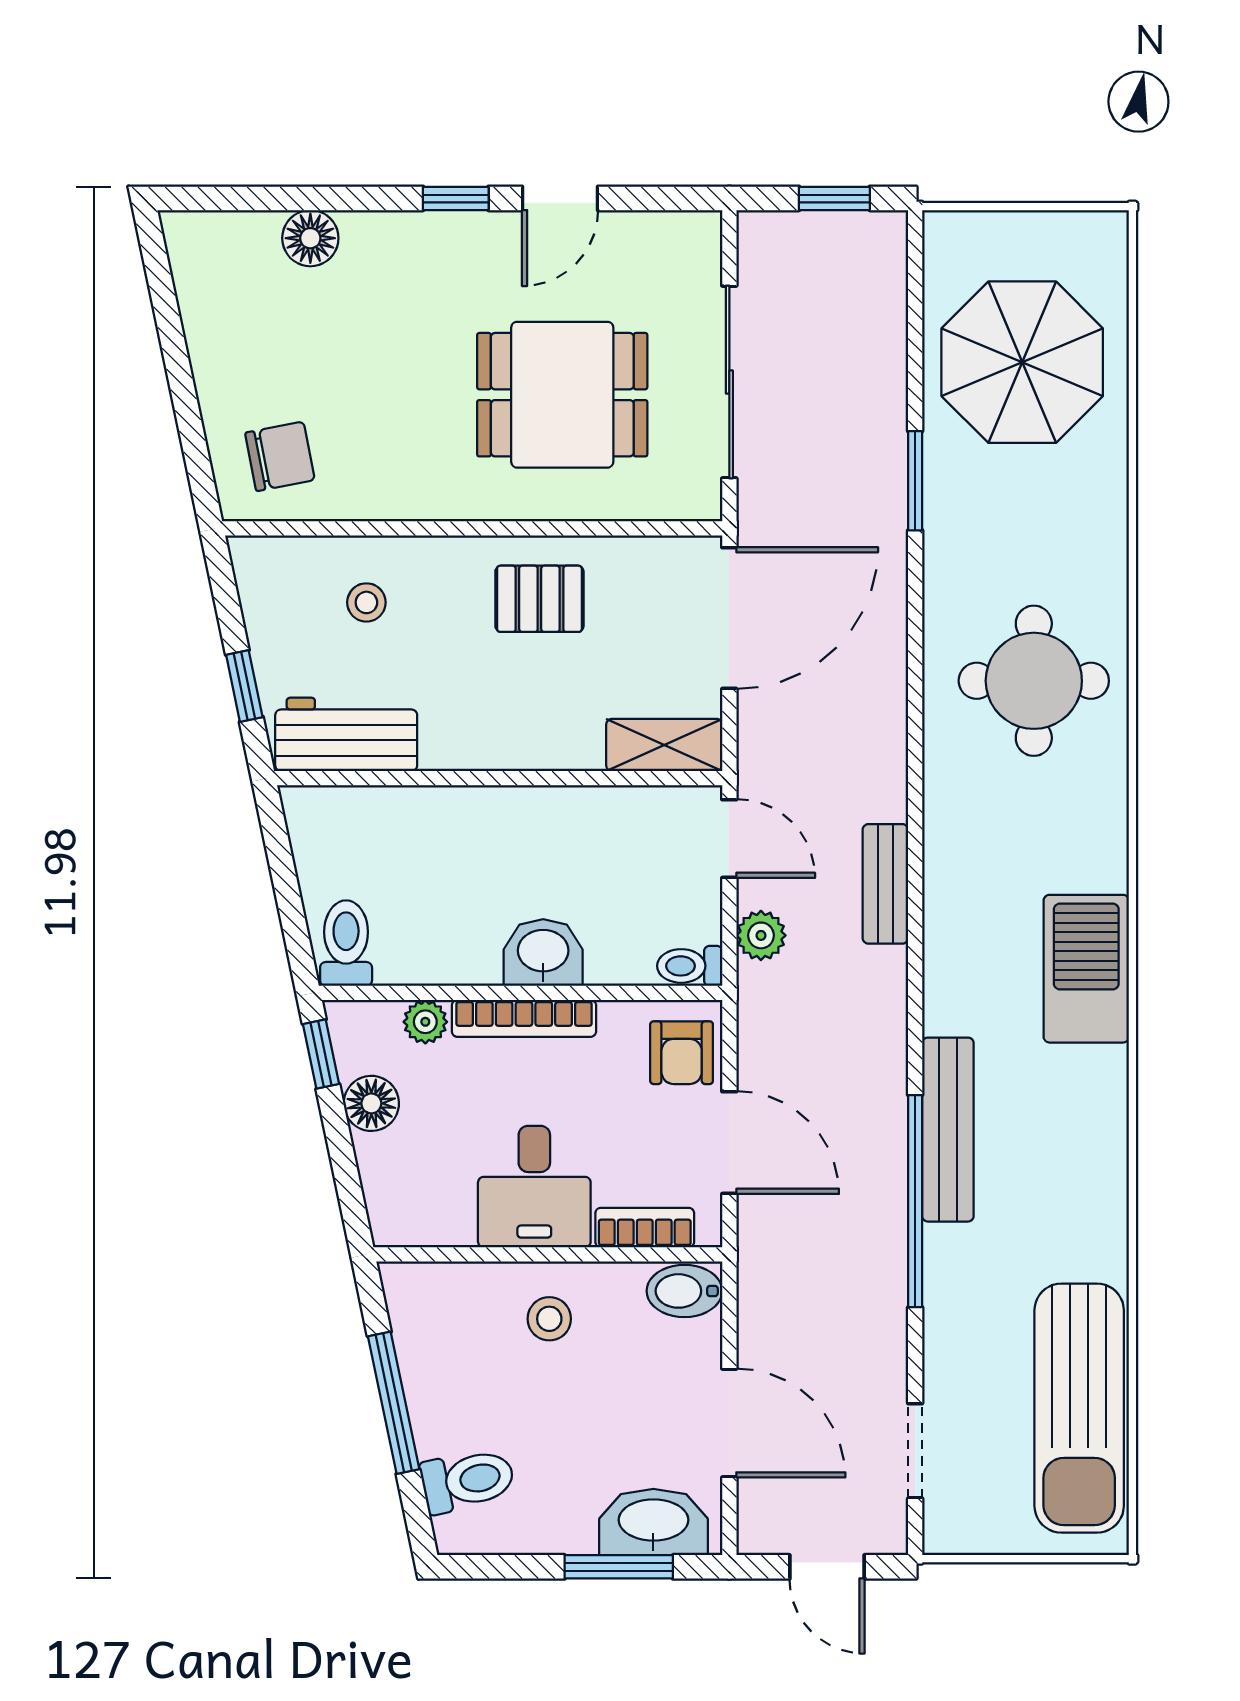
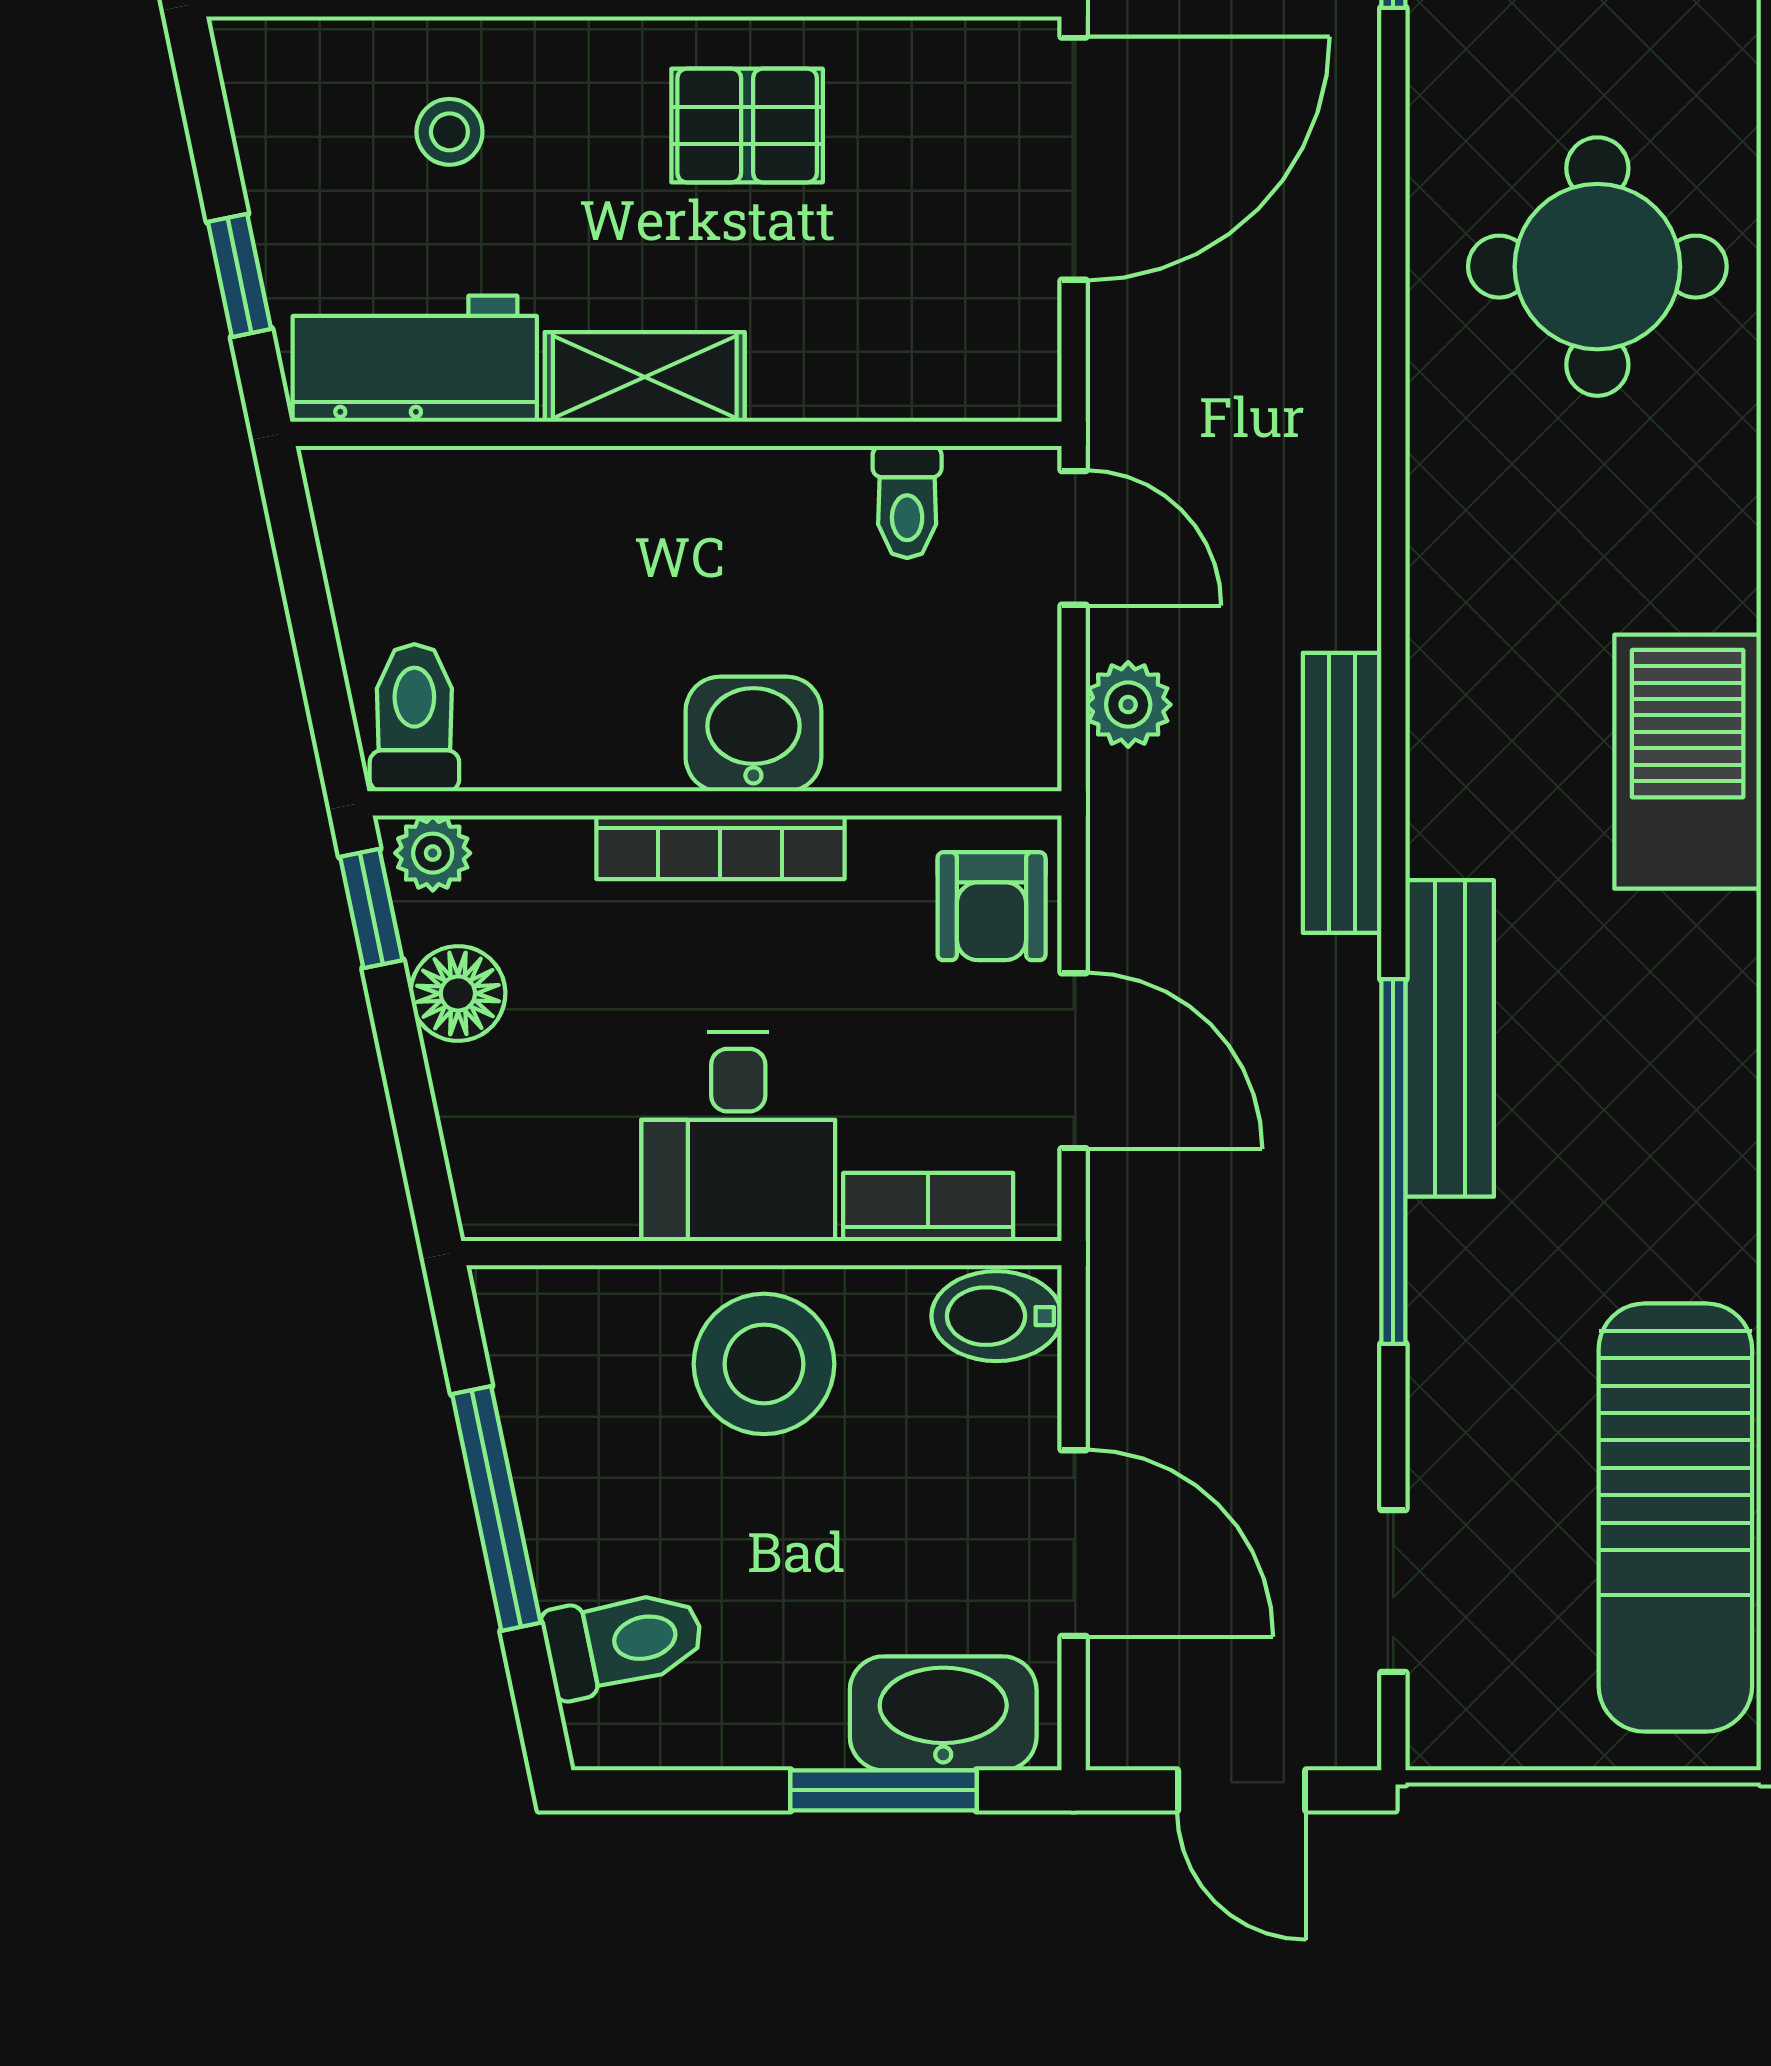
shelving: (664, 745) -> (645, 377), moved
bench: (885, 884) -> (1342, 793), moved, width x1.36
toilet: (690, 966) -> (907, 502), moved, turned -90
plant: (425, 1022) -> (433, 853), moved
stool: (549, 1319) -> (764, 1364), width x1.89, depth x1.89

